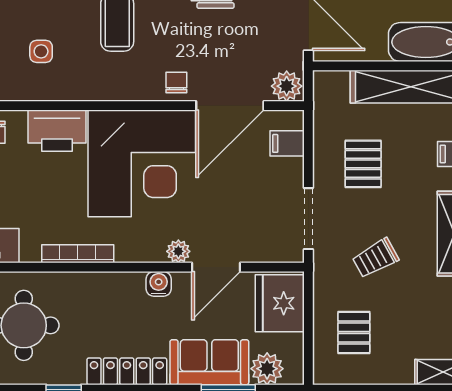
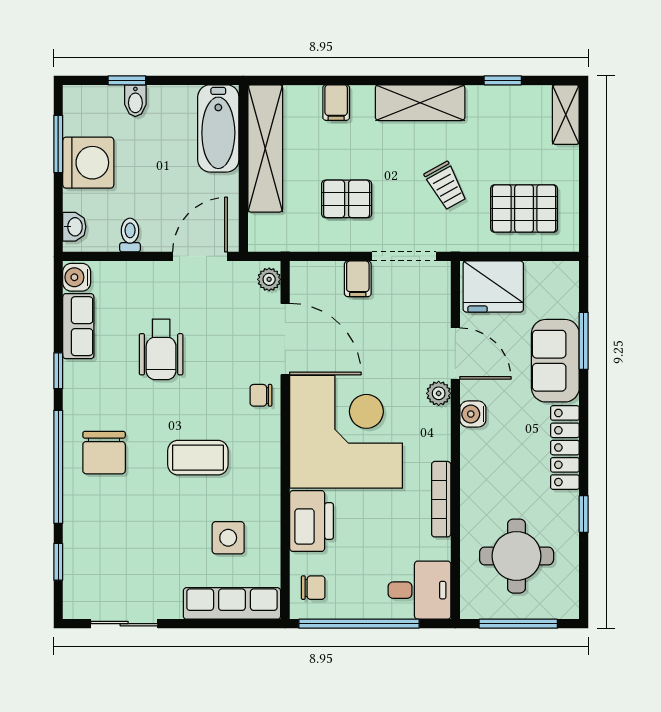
side table: (41, 51) -> (228, 538), width x1.37, depth x1.37
plant: (287, 86) -> (269, 279), width x0.73, depth x0.73
filing cabinet: (287, 143) -> (358, 279), moved
pallet: (354, 333) -> (524, 209), width x1.50, depth x1.42
plant: (267, 369) -> (562, 300), removed

